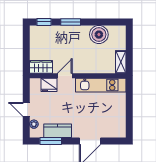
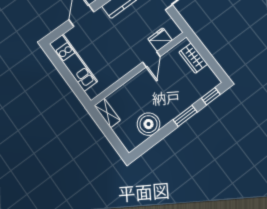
wardrobe: (41, 67) -> (193, 58), moved, turned 90
kitchen unit: (101, 85) -> (73, 63), moved, turned 90

